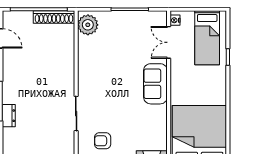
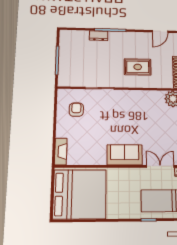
rug: (48, 67) -> (138, 67), added

